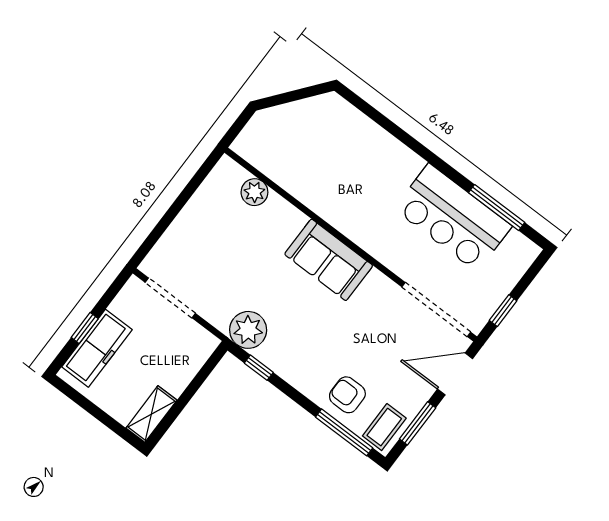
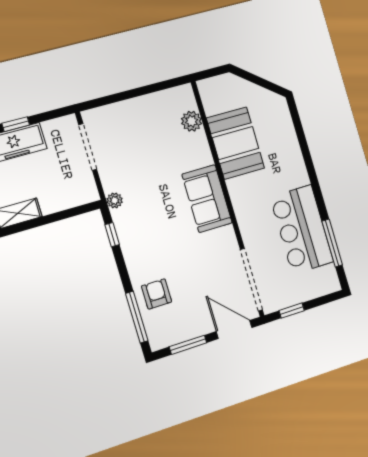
booth: (316, 180) -> (236, 143), added
plant: (248, 330) -> (115, 200), width x0.53, depth x0.53
coffee table: (384, 427) -> (165, 332), removed

